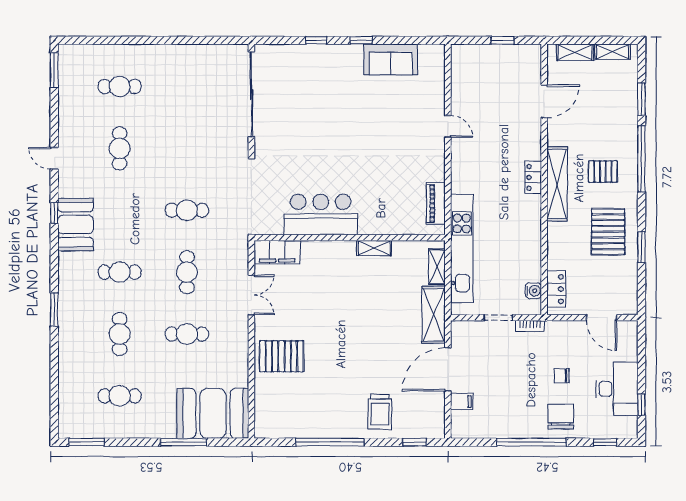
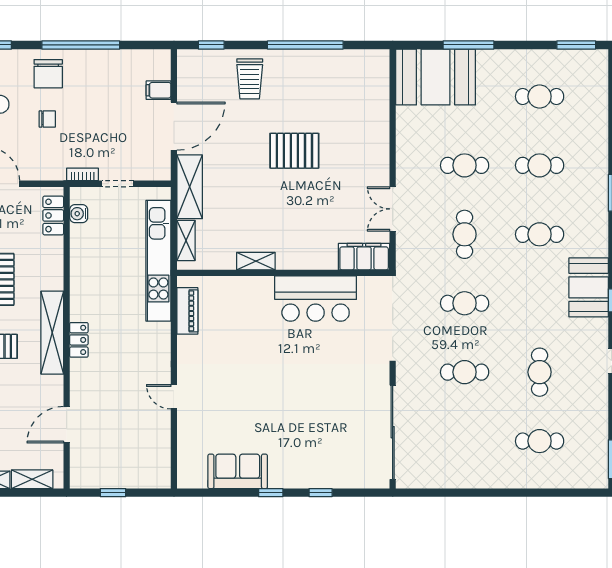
cafe table: (187, 148) -> (465, 372), added
cafe table: (120, 334) -> (540, 165), turned 90
pallet: (281, 356) -> (294, 151), moved
trolley: (380, 412) -> (250, 79), turned 180

